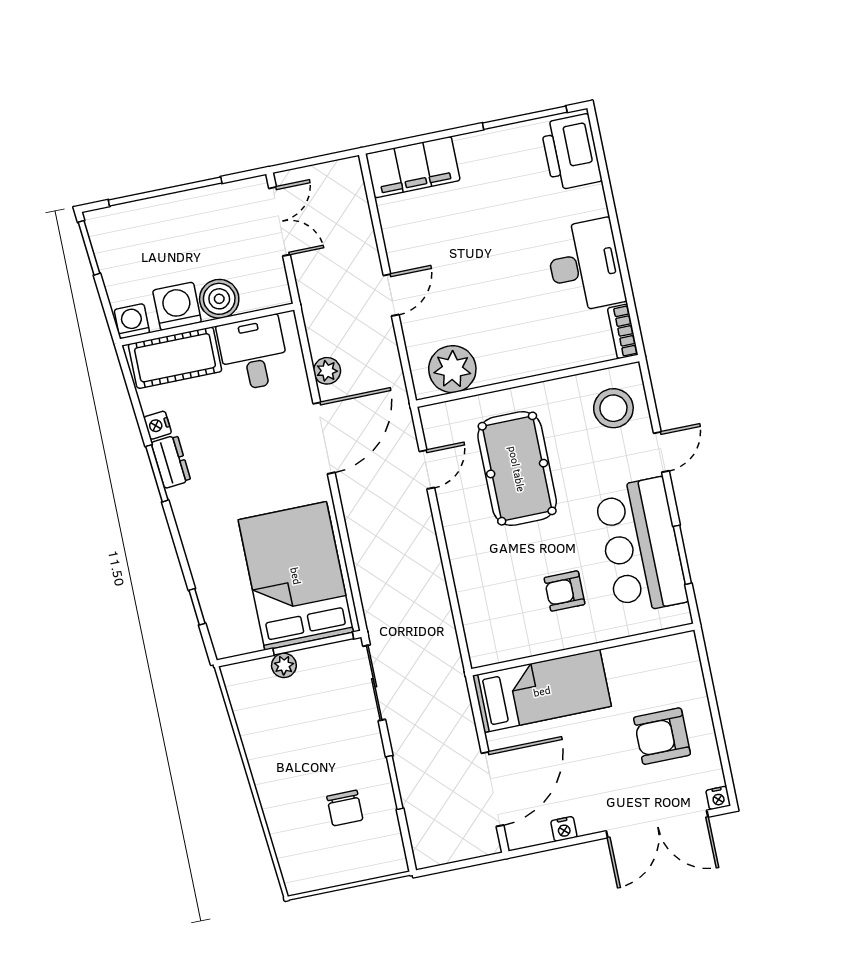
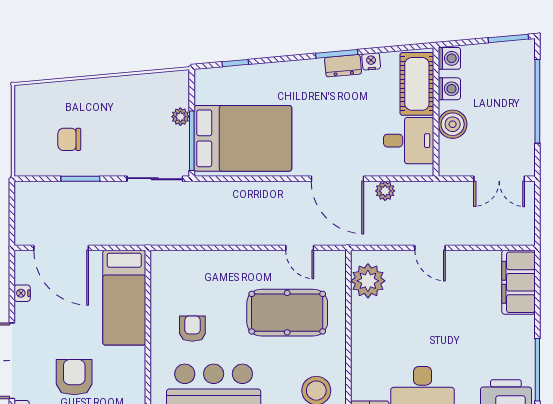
washing machine: (177, 306) -> (449, 89), width x0.73, depth x0.73

